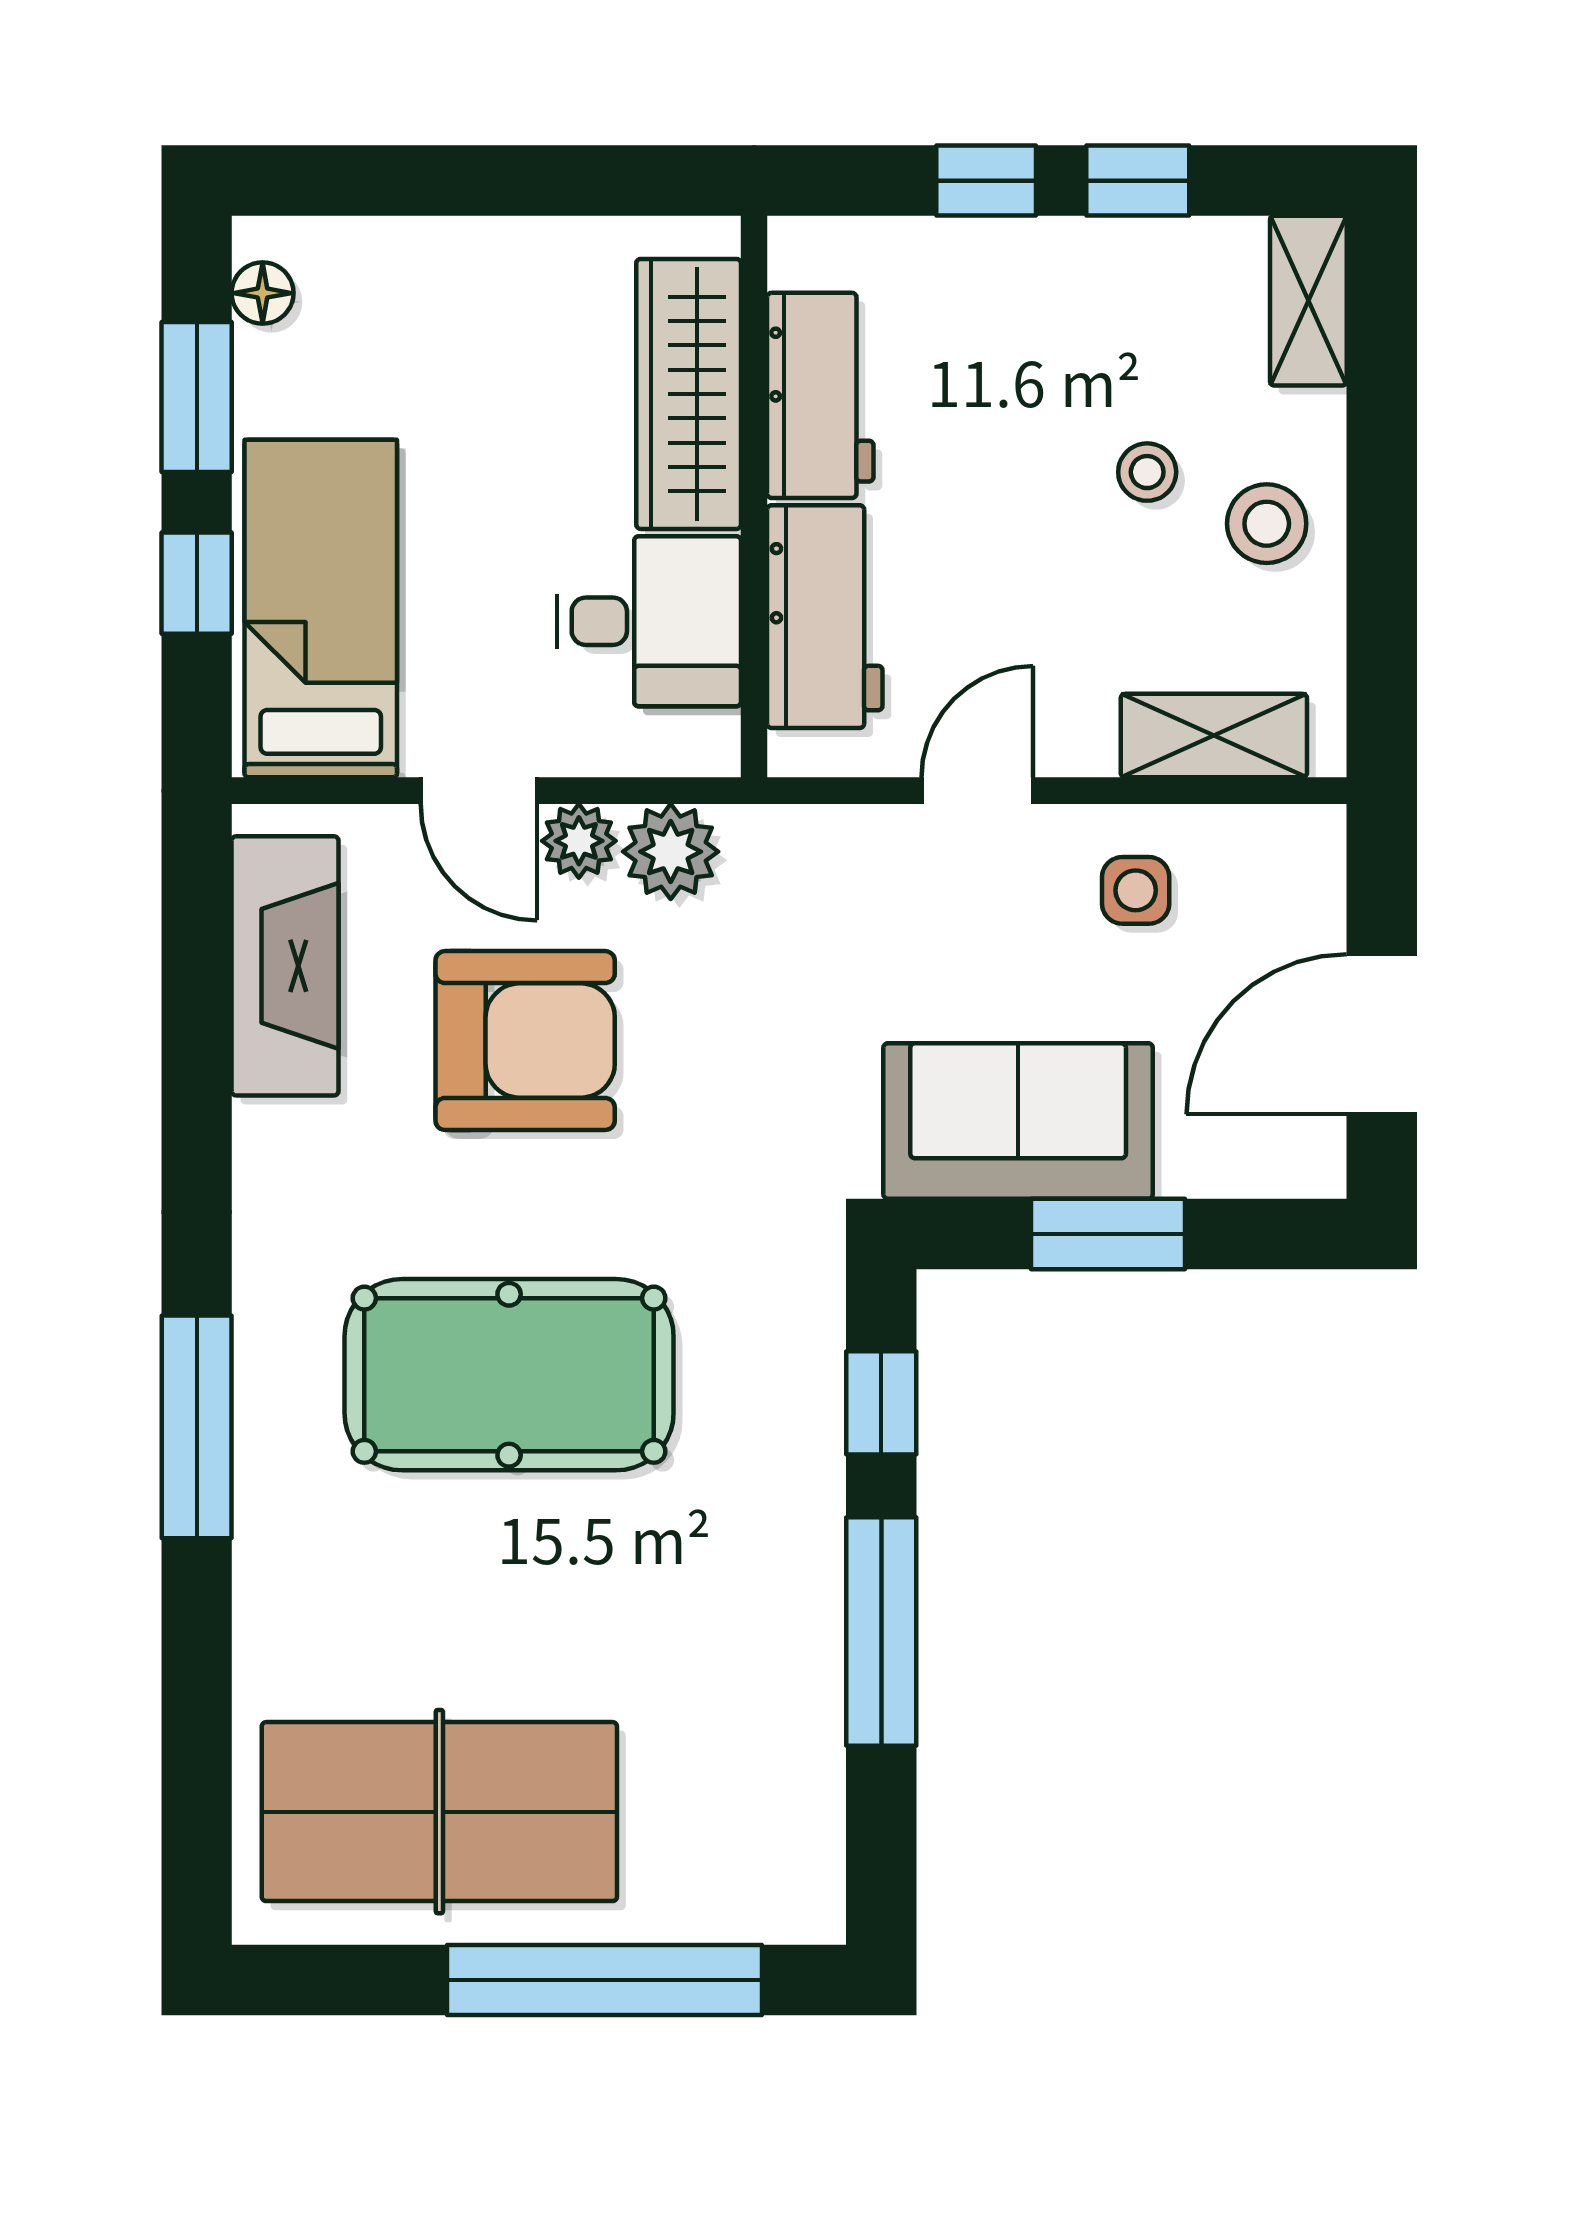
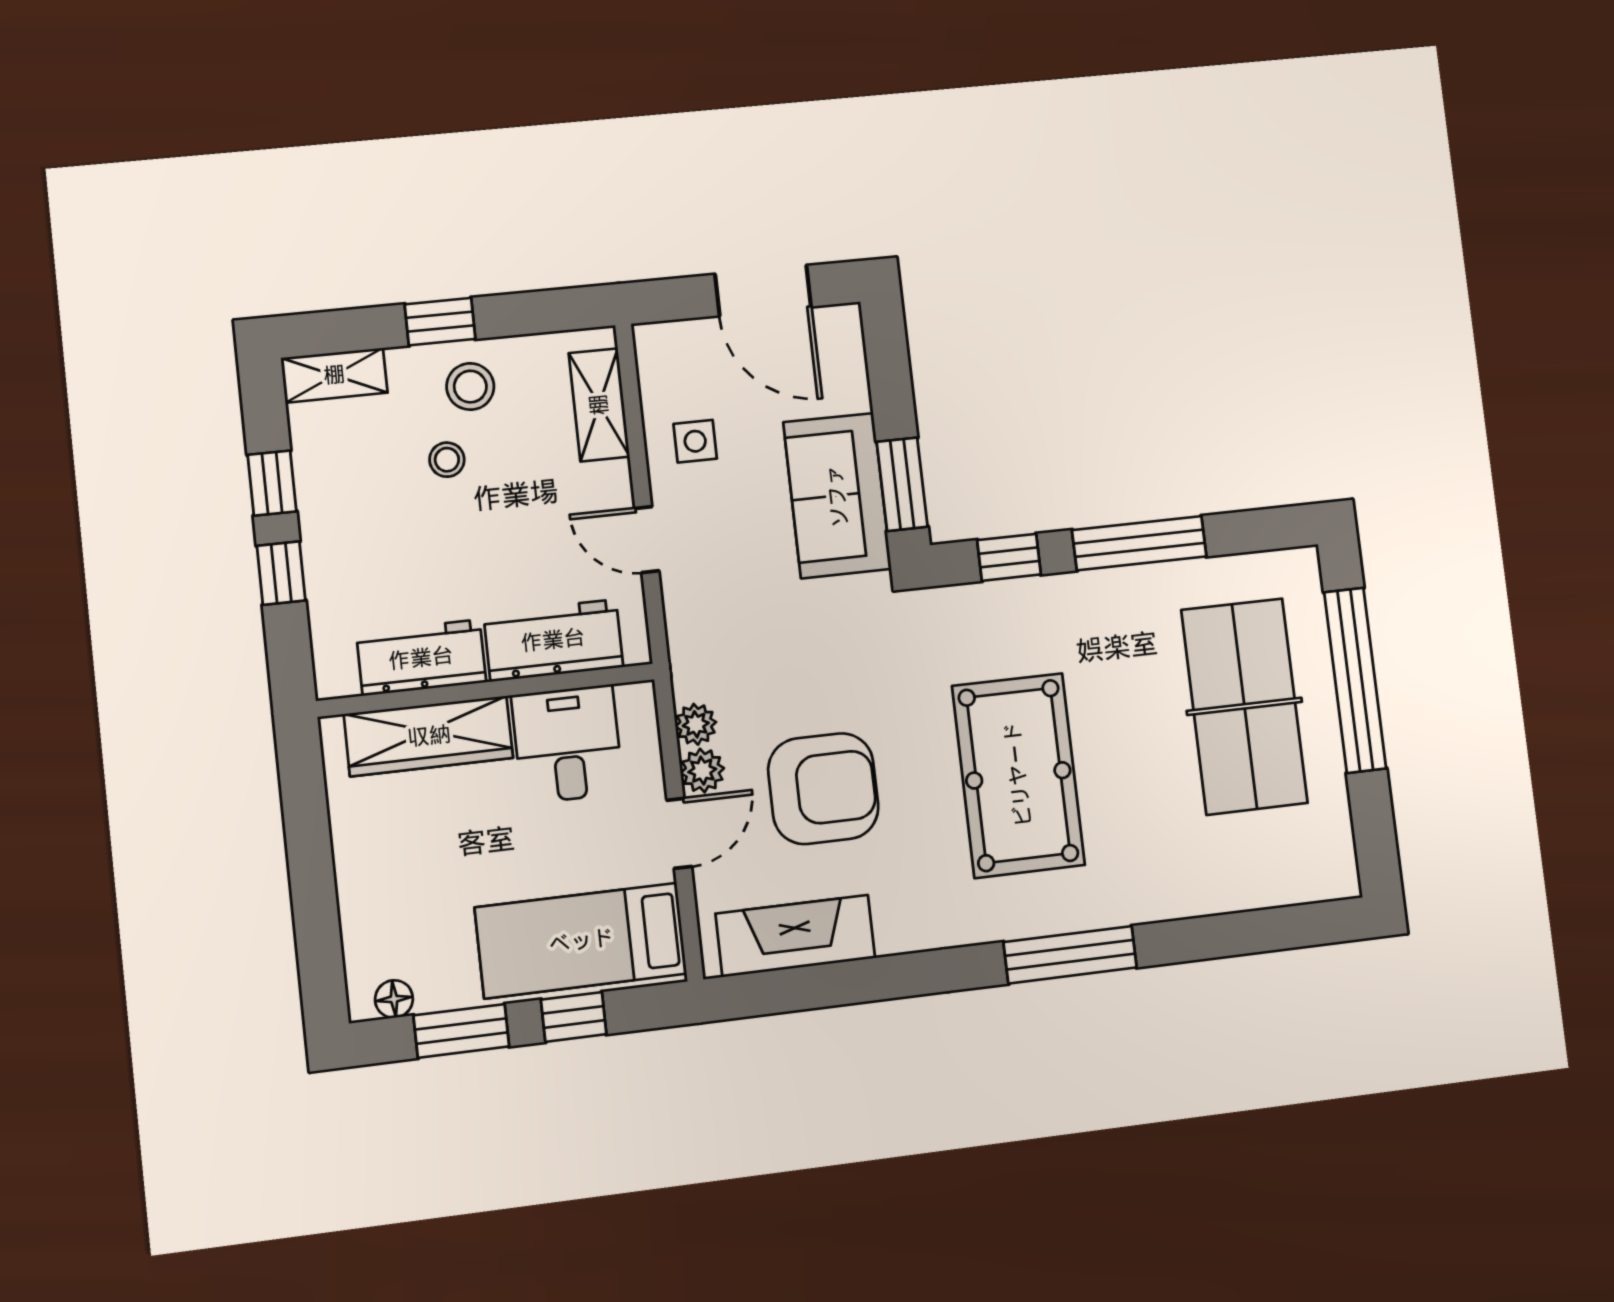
window: (1382, 485) -> (440, 322), added
plant: (671, 852) -> (696, 724), width x0.73, depth x0.73
armchair: (525, 1041) -> (823, 789), turned 90
window: (1108, 1234) -> (902, 484), moved
table tennis table: (439, 1812) -> (1244, 706), moved

